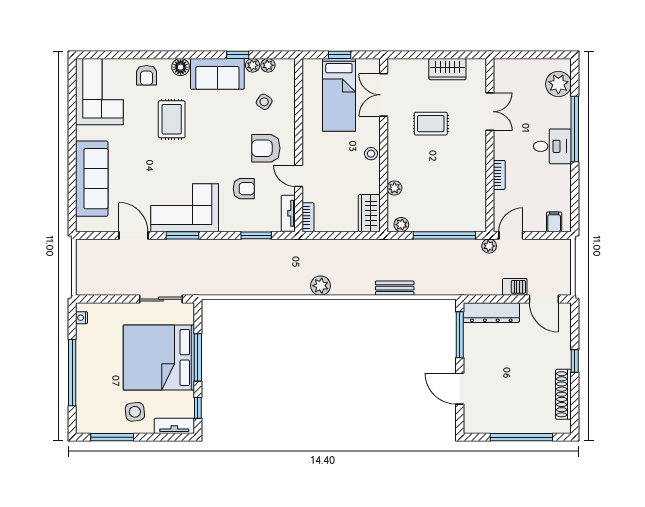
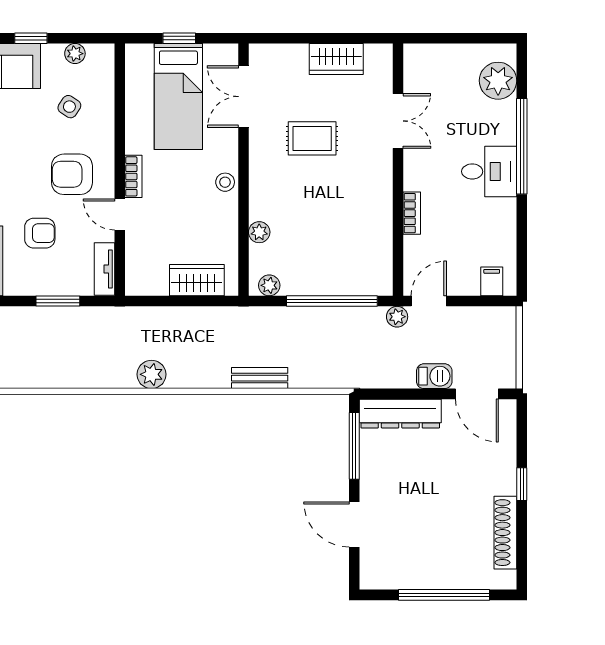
plant: (253, 65) -> (53, 54), removed
wardrobe: (369, 213) -> (197, 280), moved, turned 90
bookcase: (308, 217) -> (133, 176), moved

